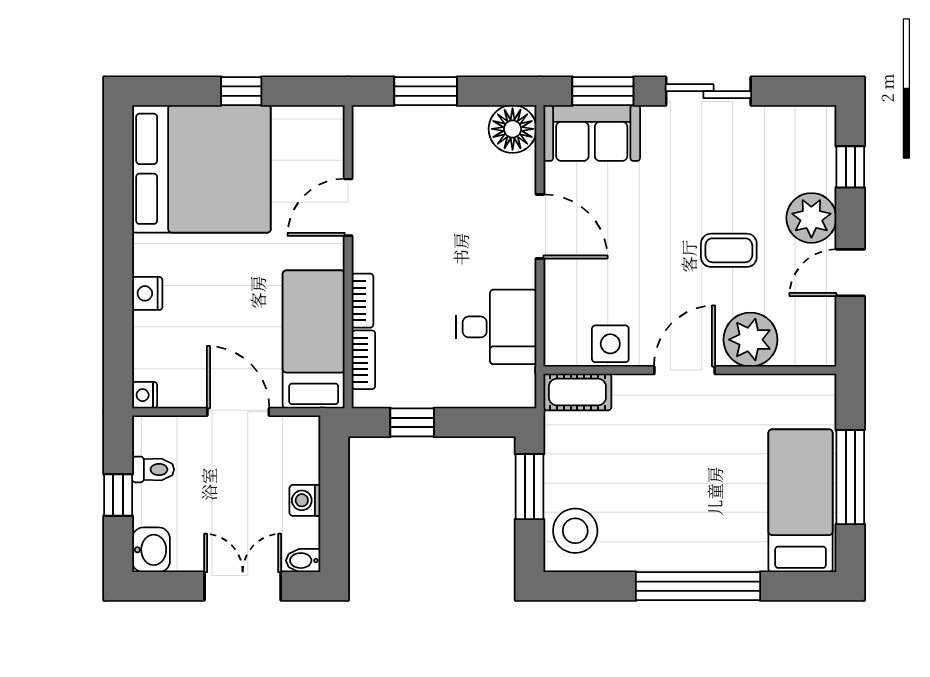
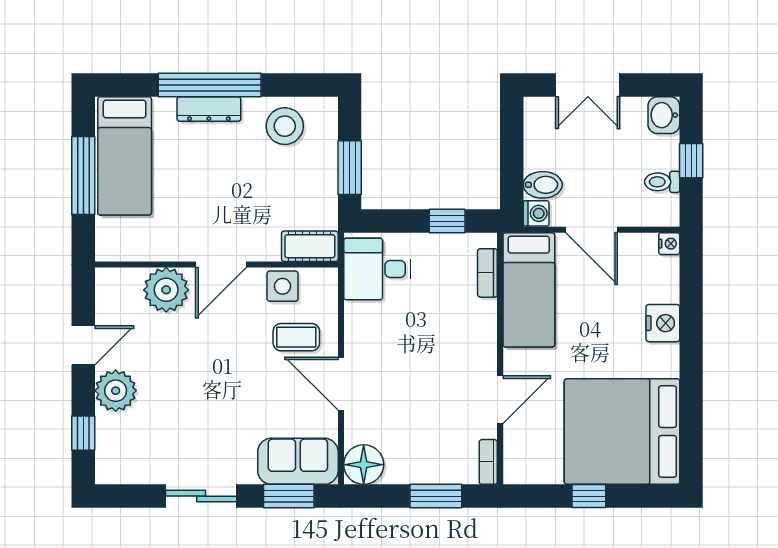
coffee table: (729, 250) -> (296, 337), moved
nightstand: (147, 293) -> (663, 323), width x1.36, depth x1.33
bookcase: (363, 301) -> (488, 462), moved
desk: (496, 327) -> (377, 269), moved
washing machine: (305, 500) -> (536, 213), moved
stool: (575, 531) -> (285, 126), moved
dresser: (699, 557) -> (209, 109), added
bidet: (303, 561) -> (543, 185), moved, width x1.38, depth x1.36

